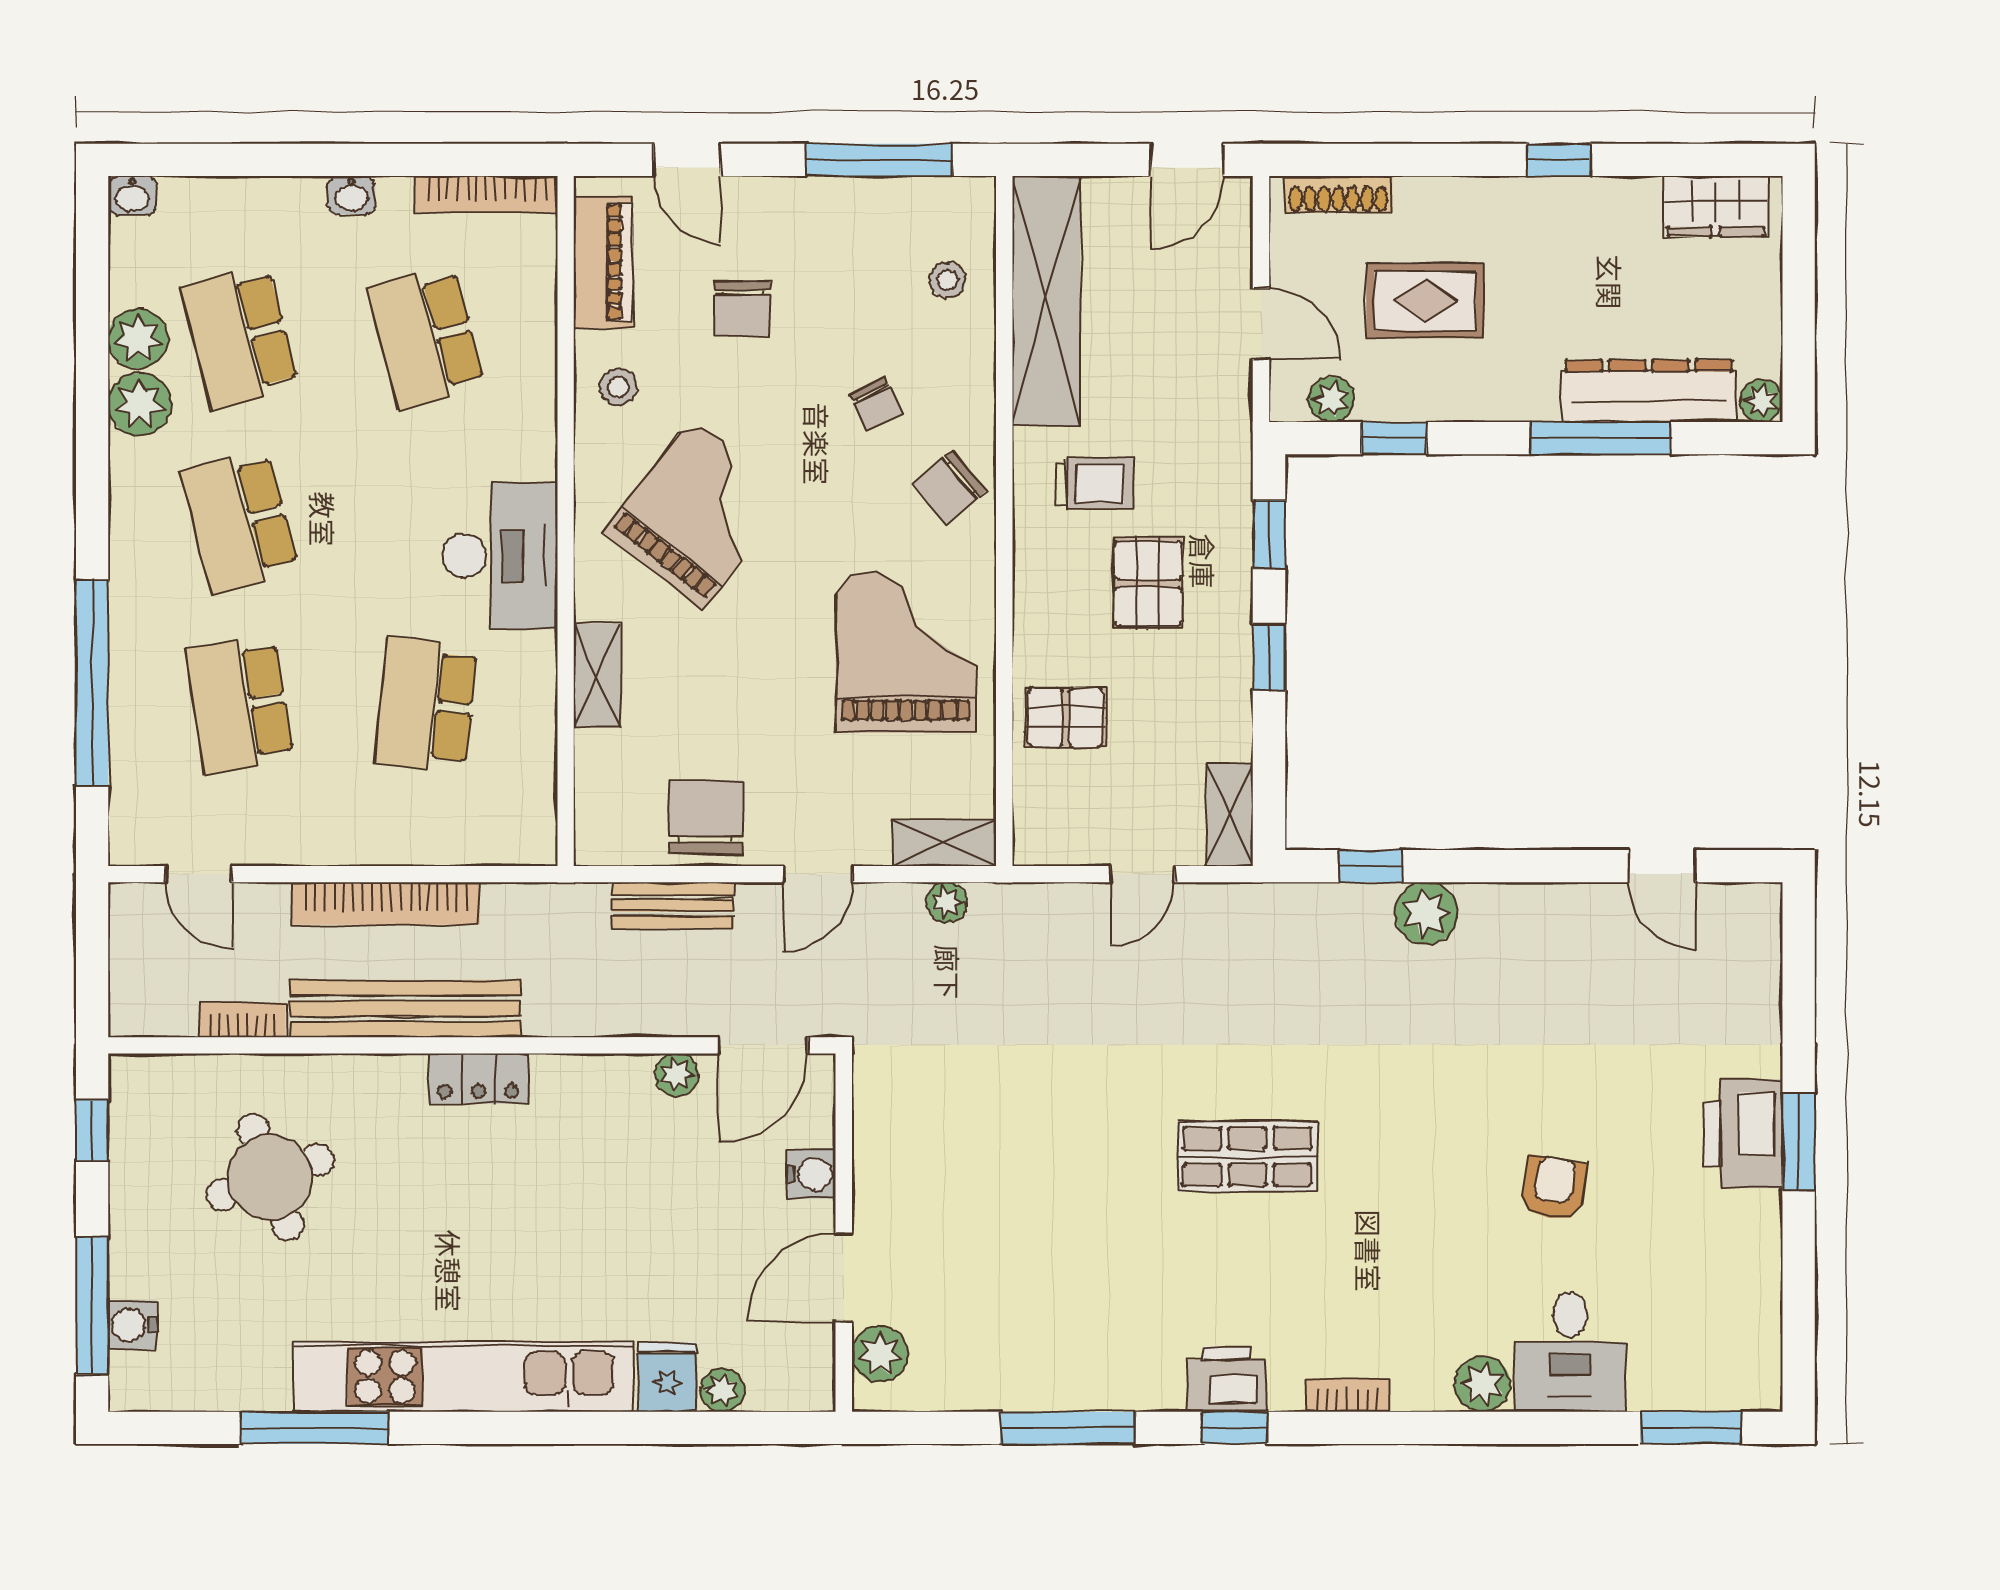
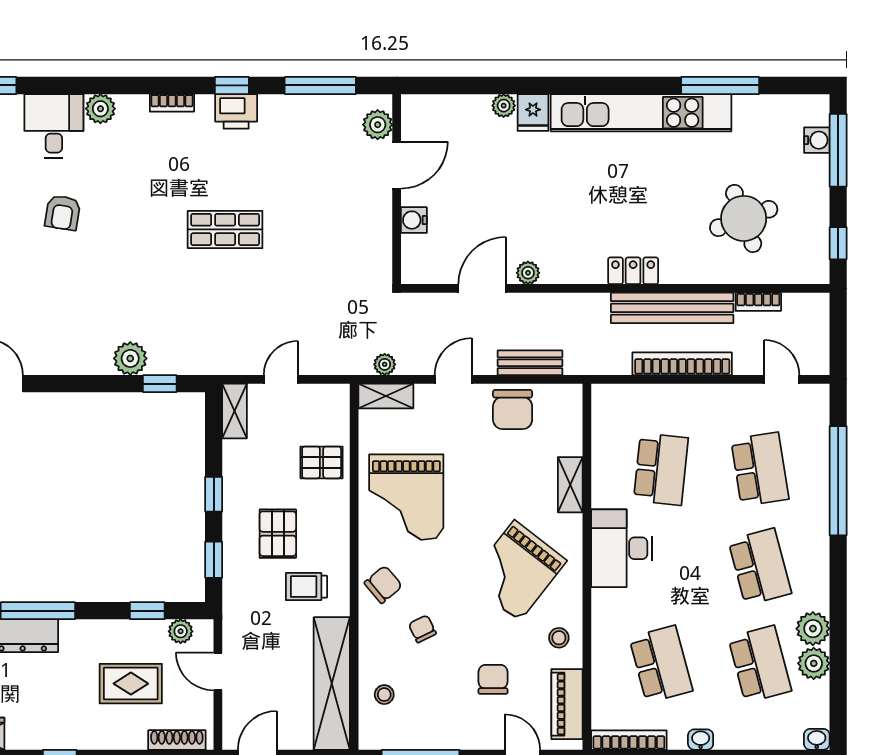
water cooler: (811, 1174) -> (414, 220), moved
wall: (844, 1233) -> (397, 189), moved
door: (844, 1278) -> (397, 165), moved
plant: (880, 1354) -> (378, 125), moved

